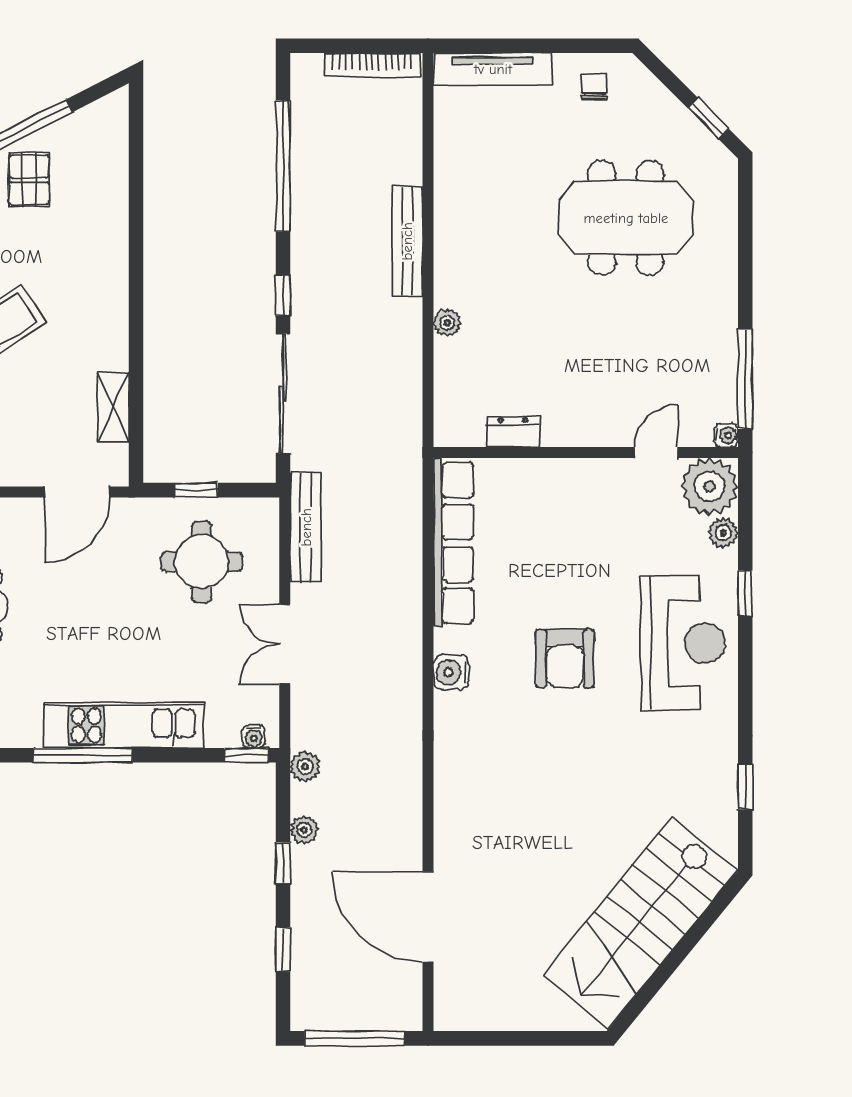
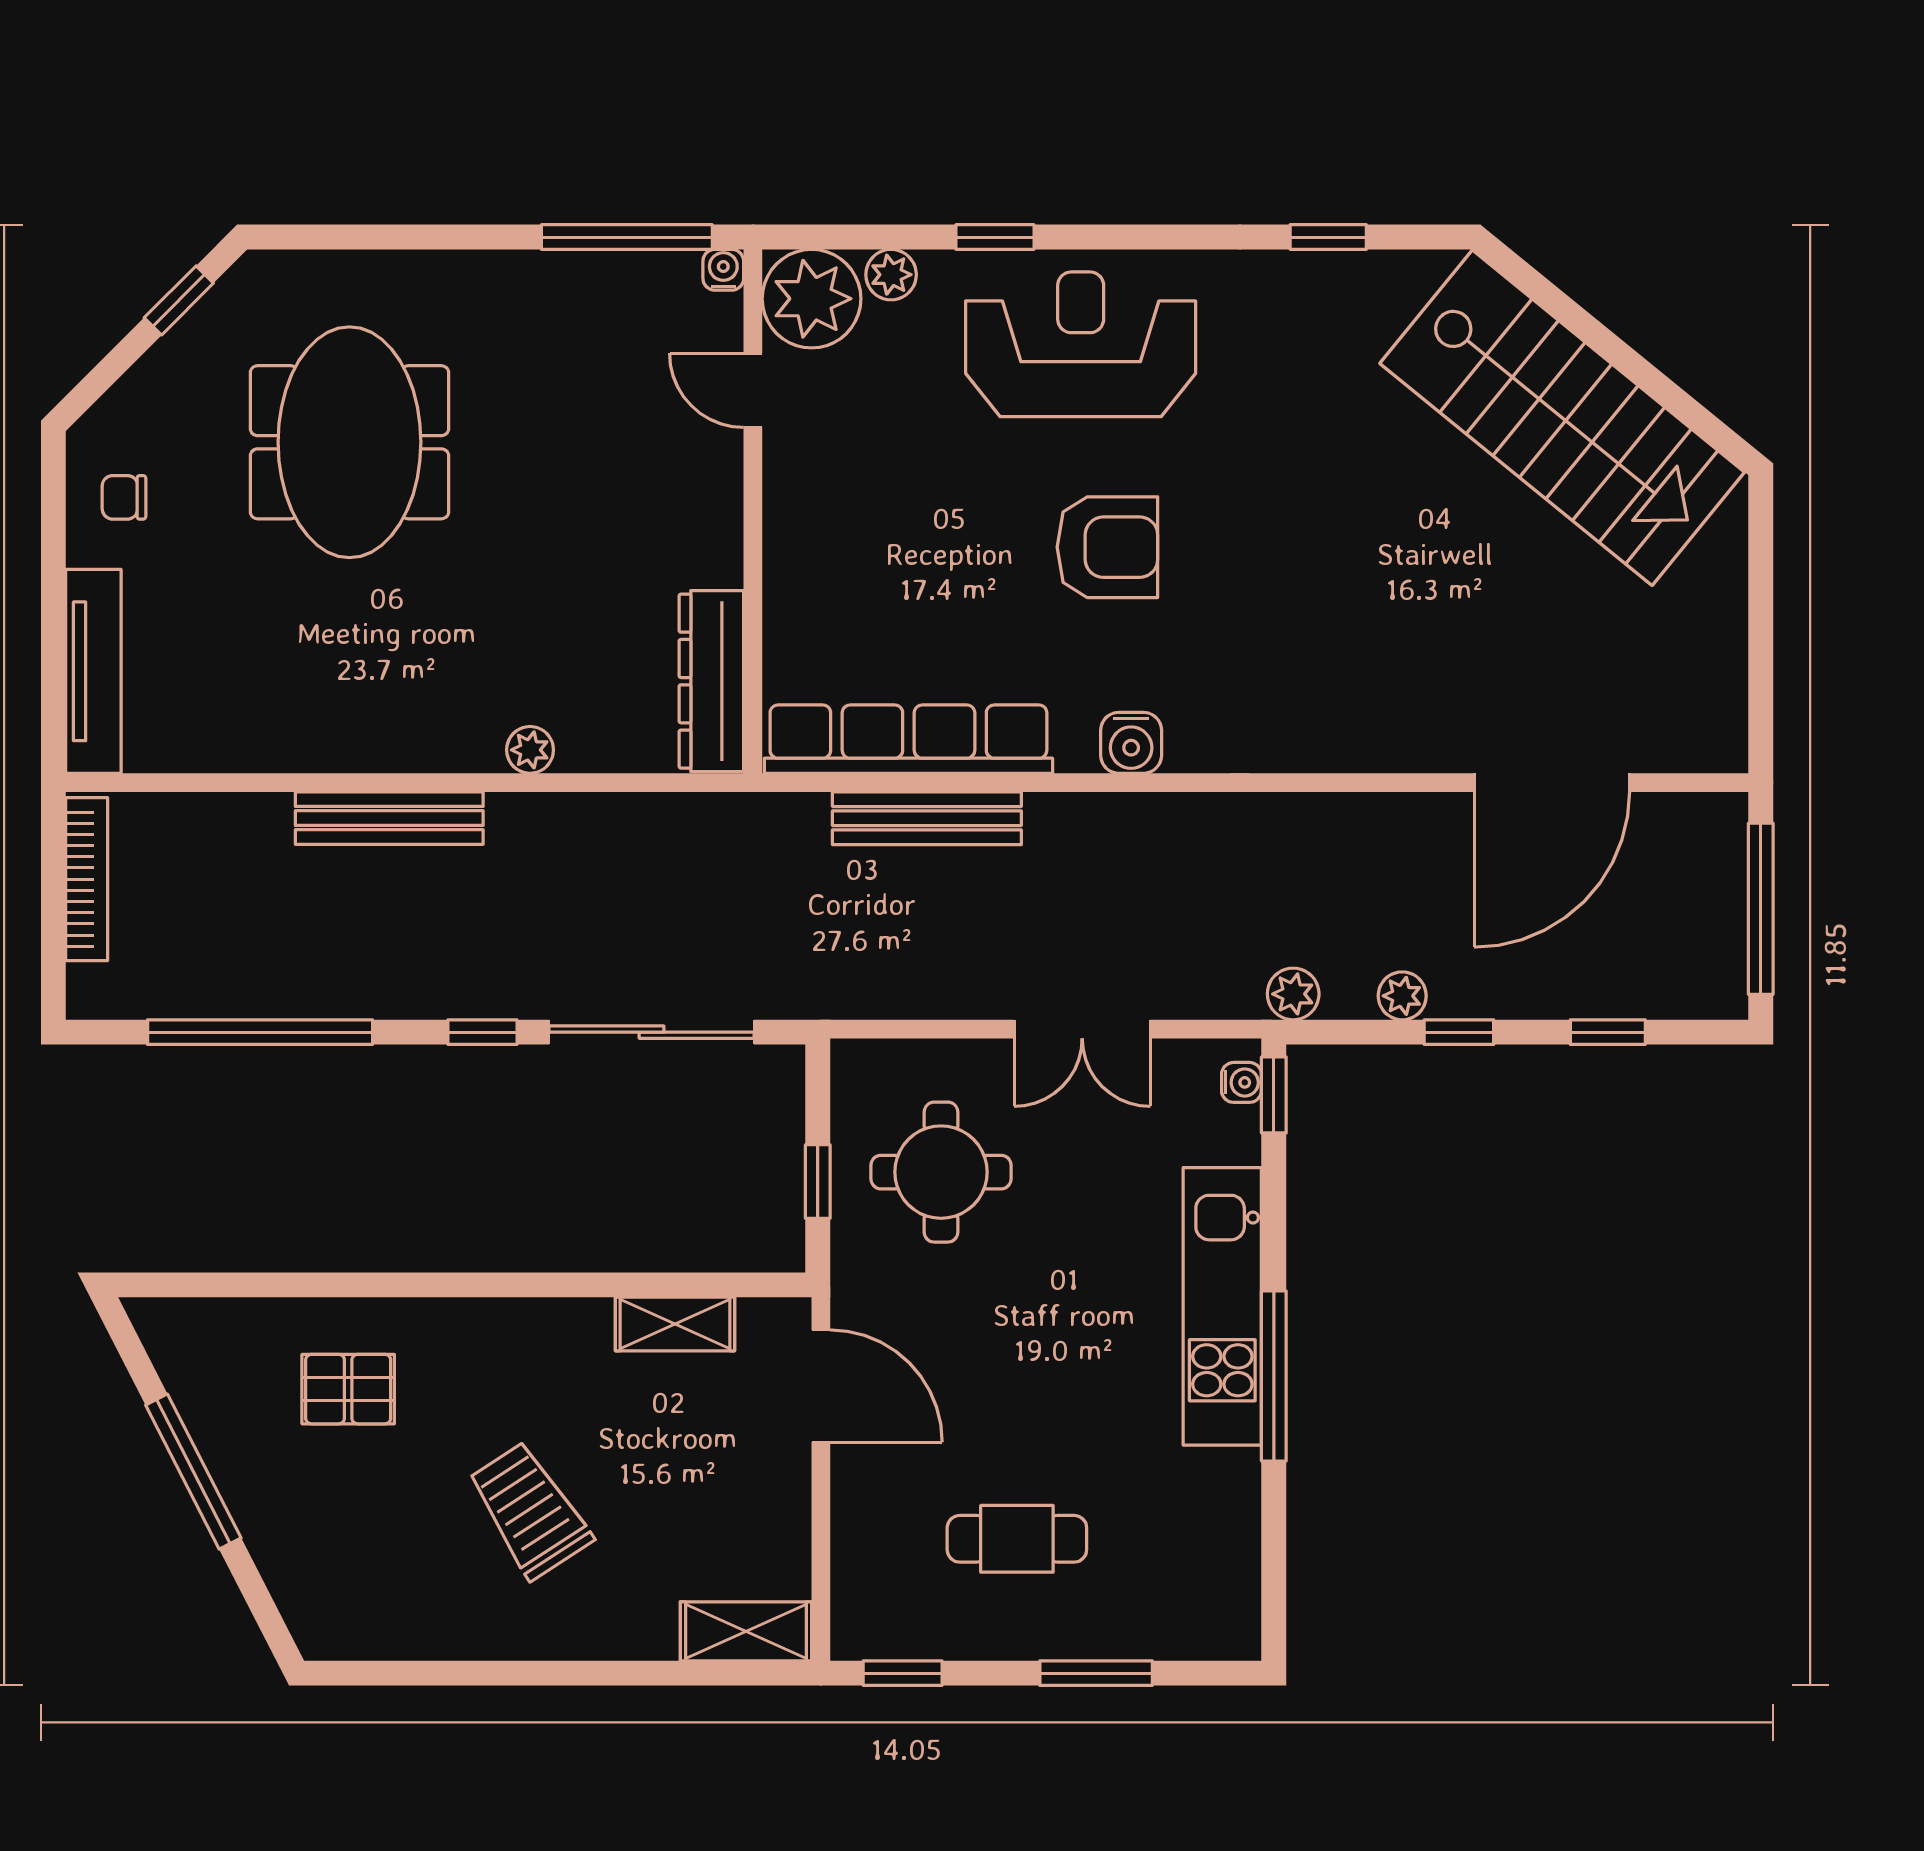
pallet: (29, 180) -> (348, 1389), moved
dresser: (513, 432) -> (711, 681), width x1.96, depth x1.24
bench: (306, 527) -> (927, 818), moved

